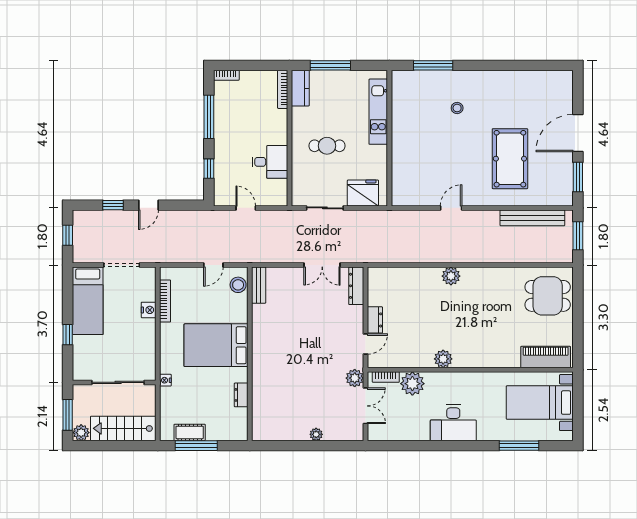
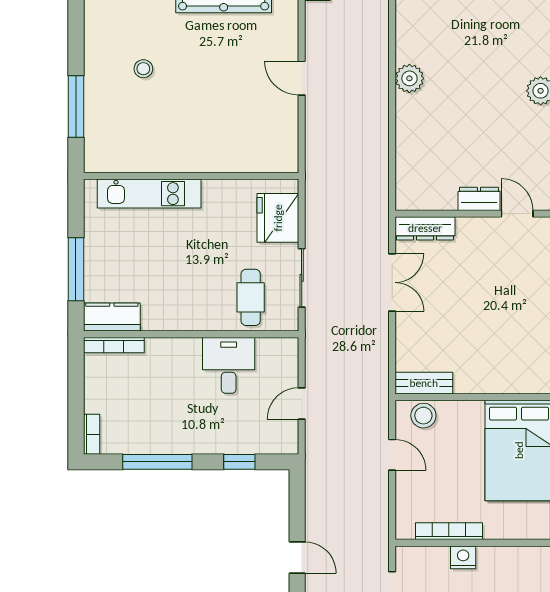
cafe table: (327, 146) -> (251, 297), moved

